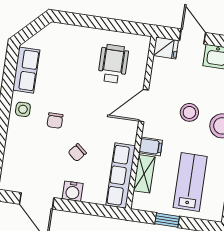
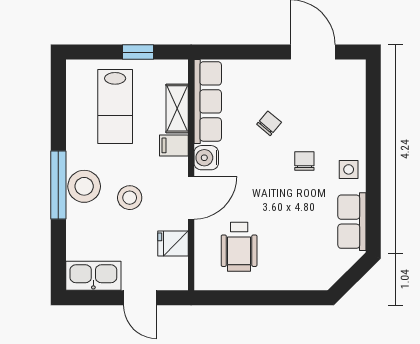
fridge: (166, 48) -> (173, 243), moved
water cooler: (73, 191) -> (206, 158), moved, turned -90

